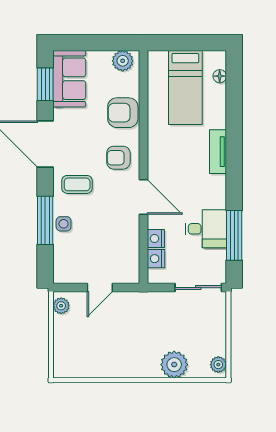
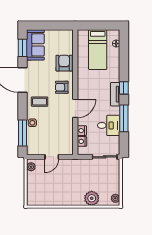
plant: (123, 61) -> (64, 35), removed
armchair: (123, 113) -> (64, 63), turned 90
tv unit: (218, 152) -> (115, 94), moved
window: (234, 159) -> (124, 88), added
door: (144, 197) -> (75, 108), hinge flipped
window: (45, 220) -> (22, 133), moved
window: (234, 235) -> (124, 118), moved

